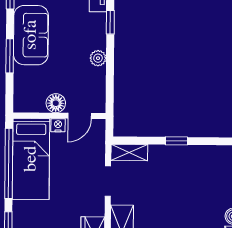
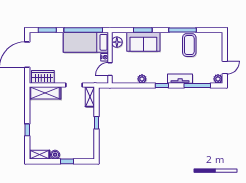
sofa: (31, 35) -> (143, 42), moved
floor lamp: (56, 103) -> (117, 42), moved
door: (80, 116) -> (110, 69), hinge flipped

